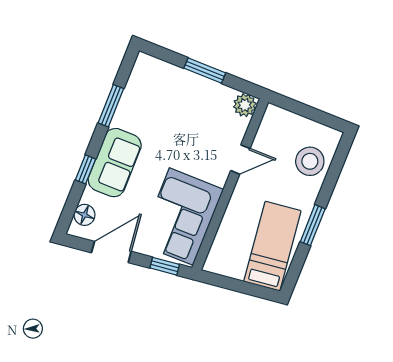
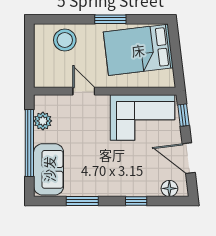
window: (205, 71) -> (29, 143), width x2.11
plant: (245, 105) -> (43, 121), moved
sofa: (115, 163) -> (49, 169), moved, turned 90
bed: (272, 246) -> (138, 50), width x1.50

